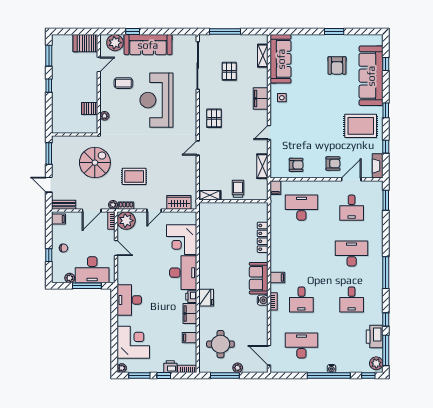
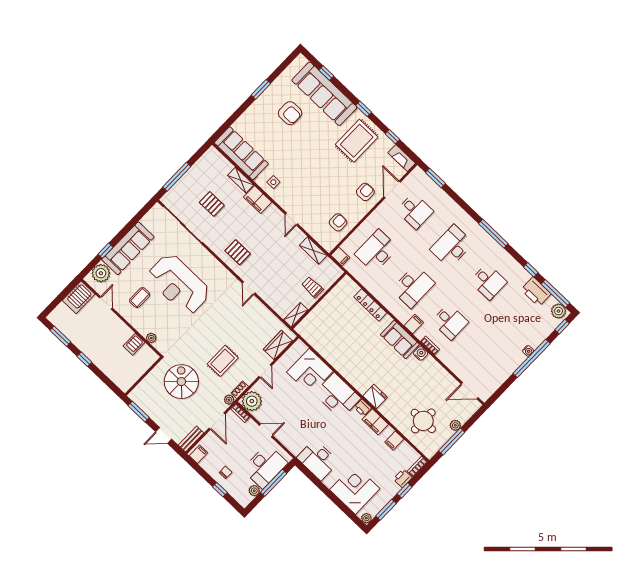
shelving: (263, 56) -> (241, 180), moved
desk: (301, 345) -> (413, 286), moved, turned 180

